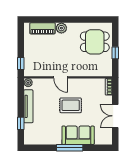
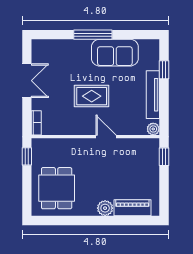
dining table: (95, 42) -> (57, 188), turned 90
window: (115, 53) -> (27, 156), moved
sofa: (78, 135) -> (115, 53), moved

